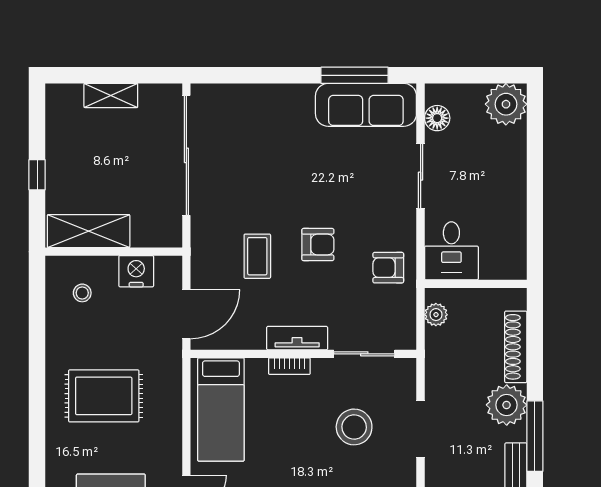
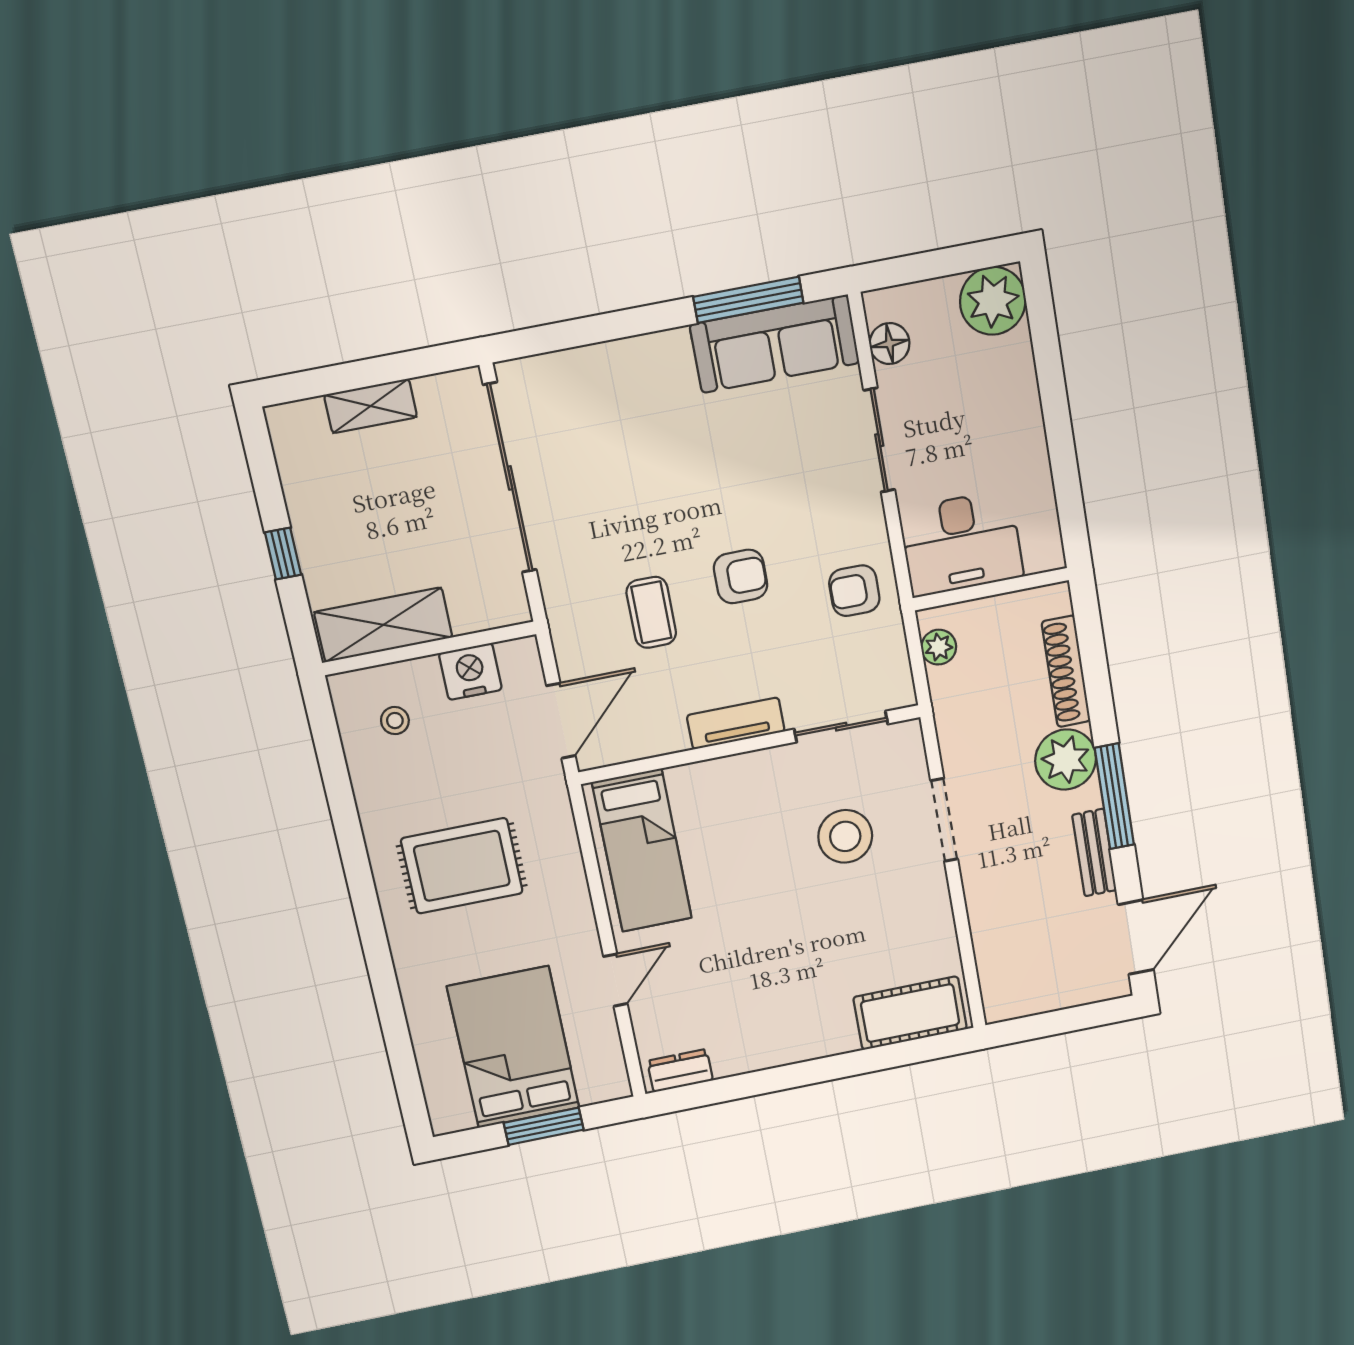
desk: (451, 251) -> (961, 543), width x1.37
bookcase: (289, 366) -> (732, 767), removed

